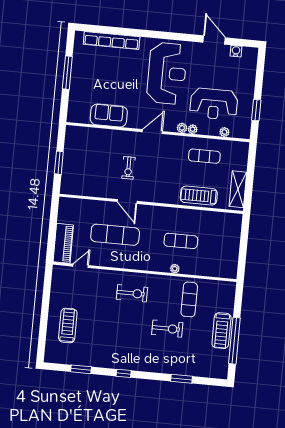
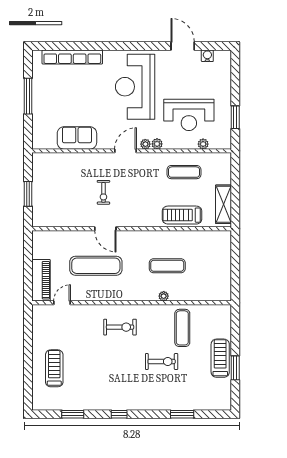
reception desk: (167, 73) -> (135, 87), turned 180
plant: (193, 129) -> (145, 144), moved
treadmill: (221, 331) -> (220, 358), turned 180
window: (234, 341) -> (235, 368), width x0.47

